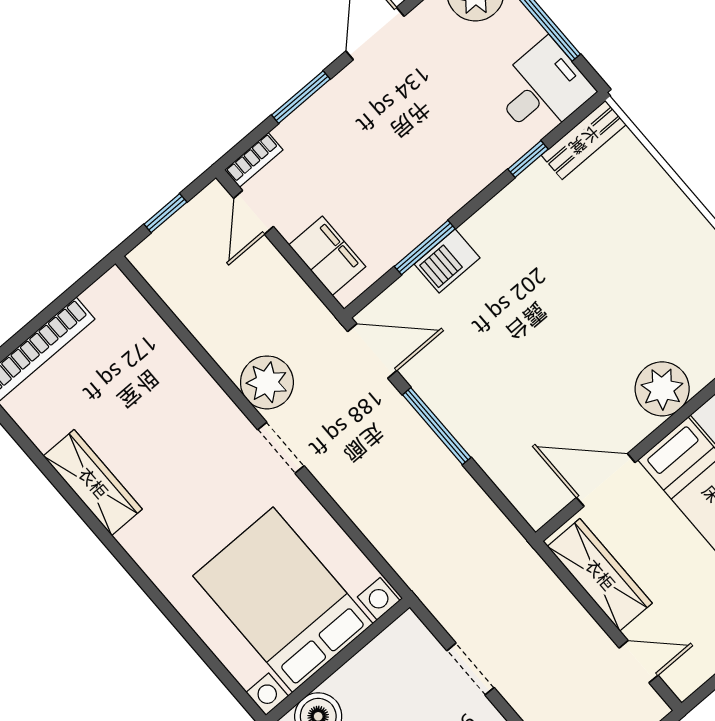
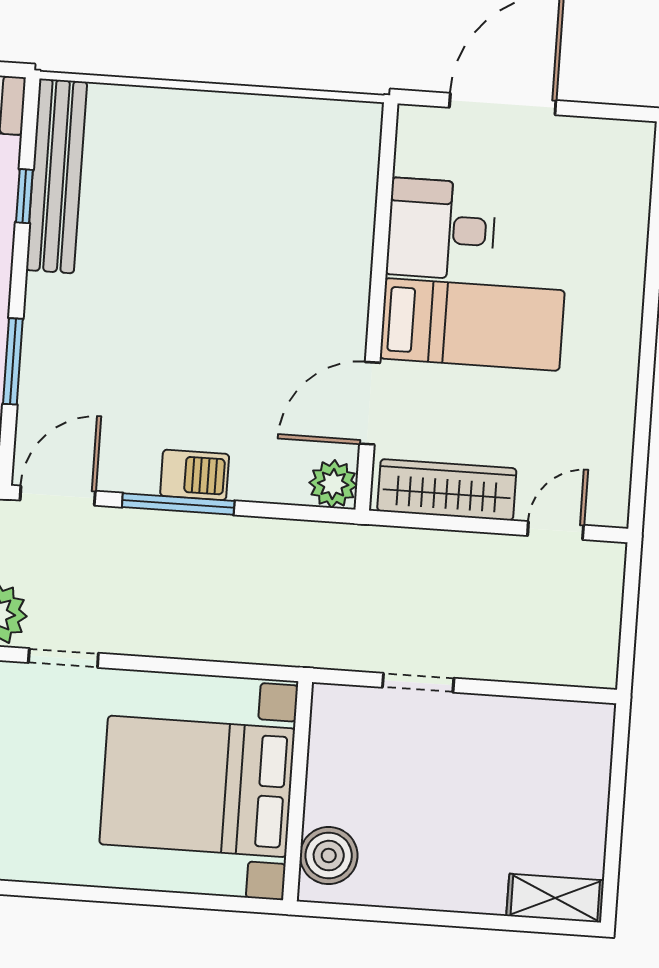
bench: (584, 140) -> (57, 176), width x1.86, depth x1.21
barbecue: (447, 261) -> (195, 475), moved, turned -90
plant: (662, 389) -> (333, 484), moved, width x0.73, depth x0.73

